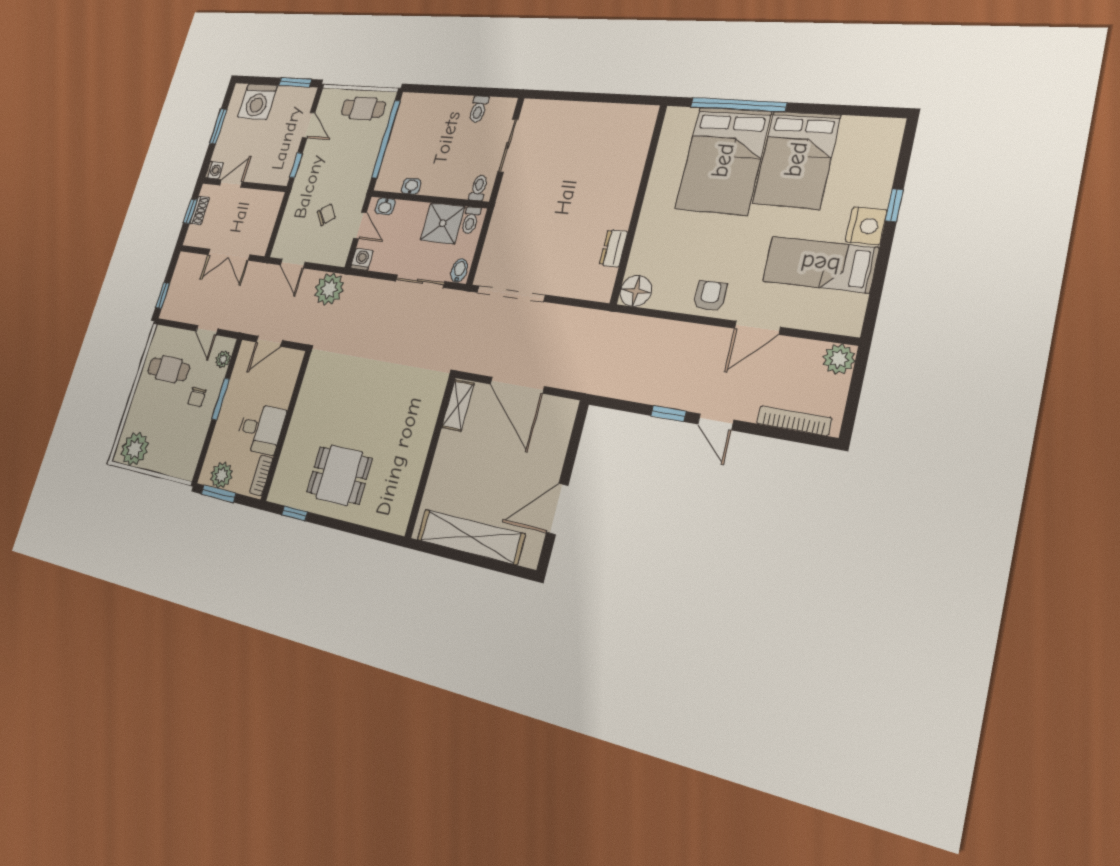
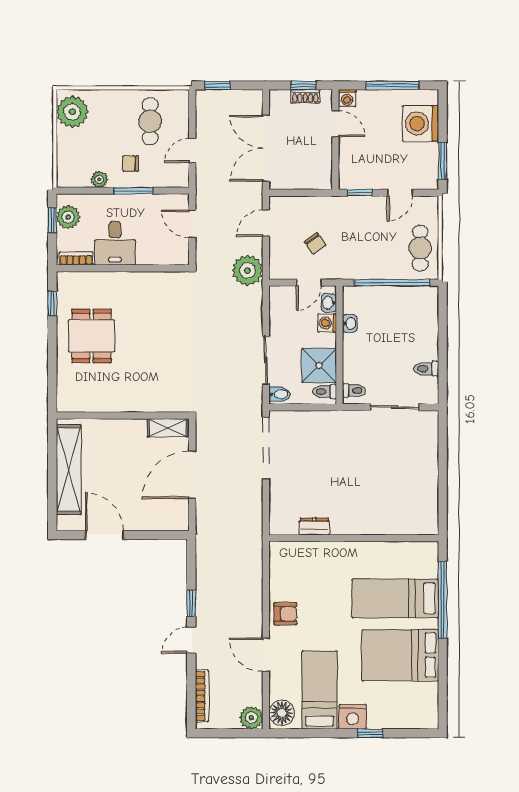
window: (218, 126) -> (392, 85), width x1.44
bed: (723, 160) -> (395, 598), width x0.67
double door: (229, 255) -> (266, 148), width x1.37
washing machine: (362, 259) -> (327, 323), moved, turned 180
floor lamp: (636, 291) -> (282, 713), moved
plant: (223, 359) -> (99, 179), moved
window: (219, 494) -> (52, 220), width x0.67

